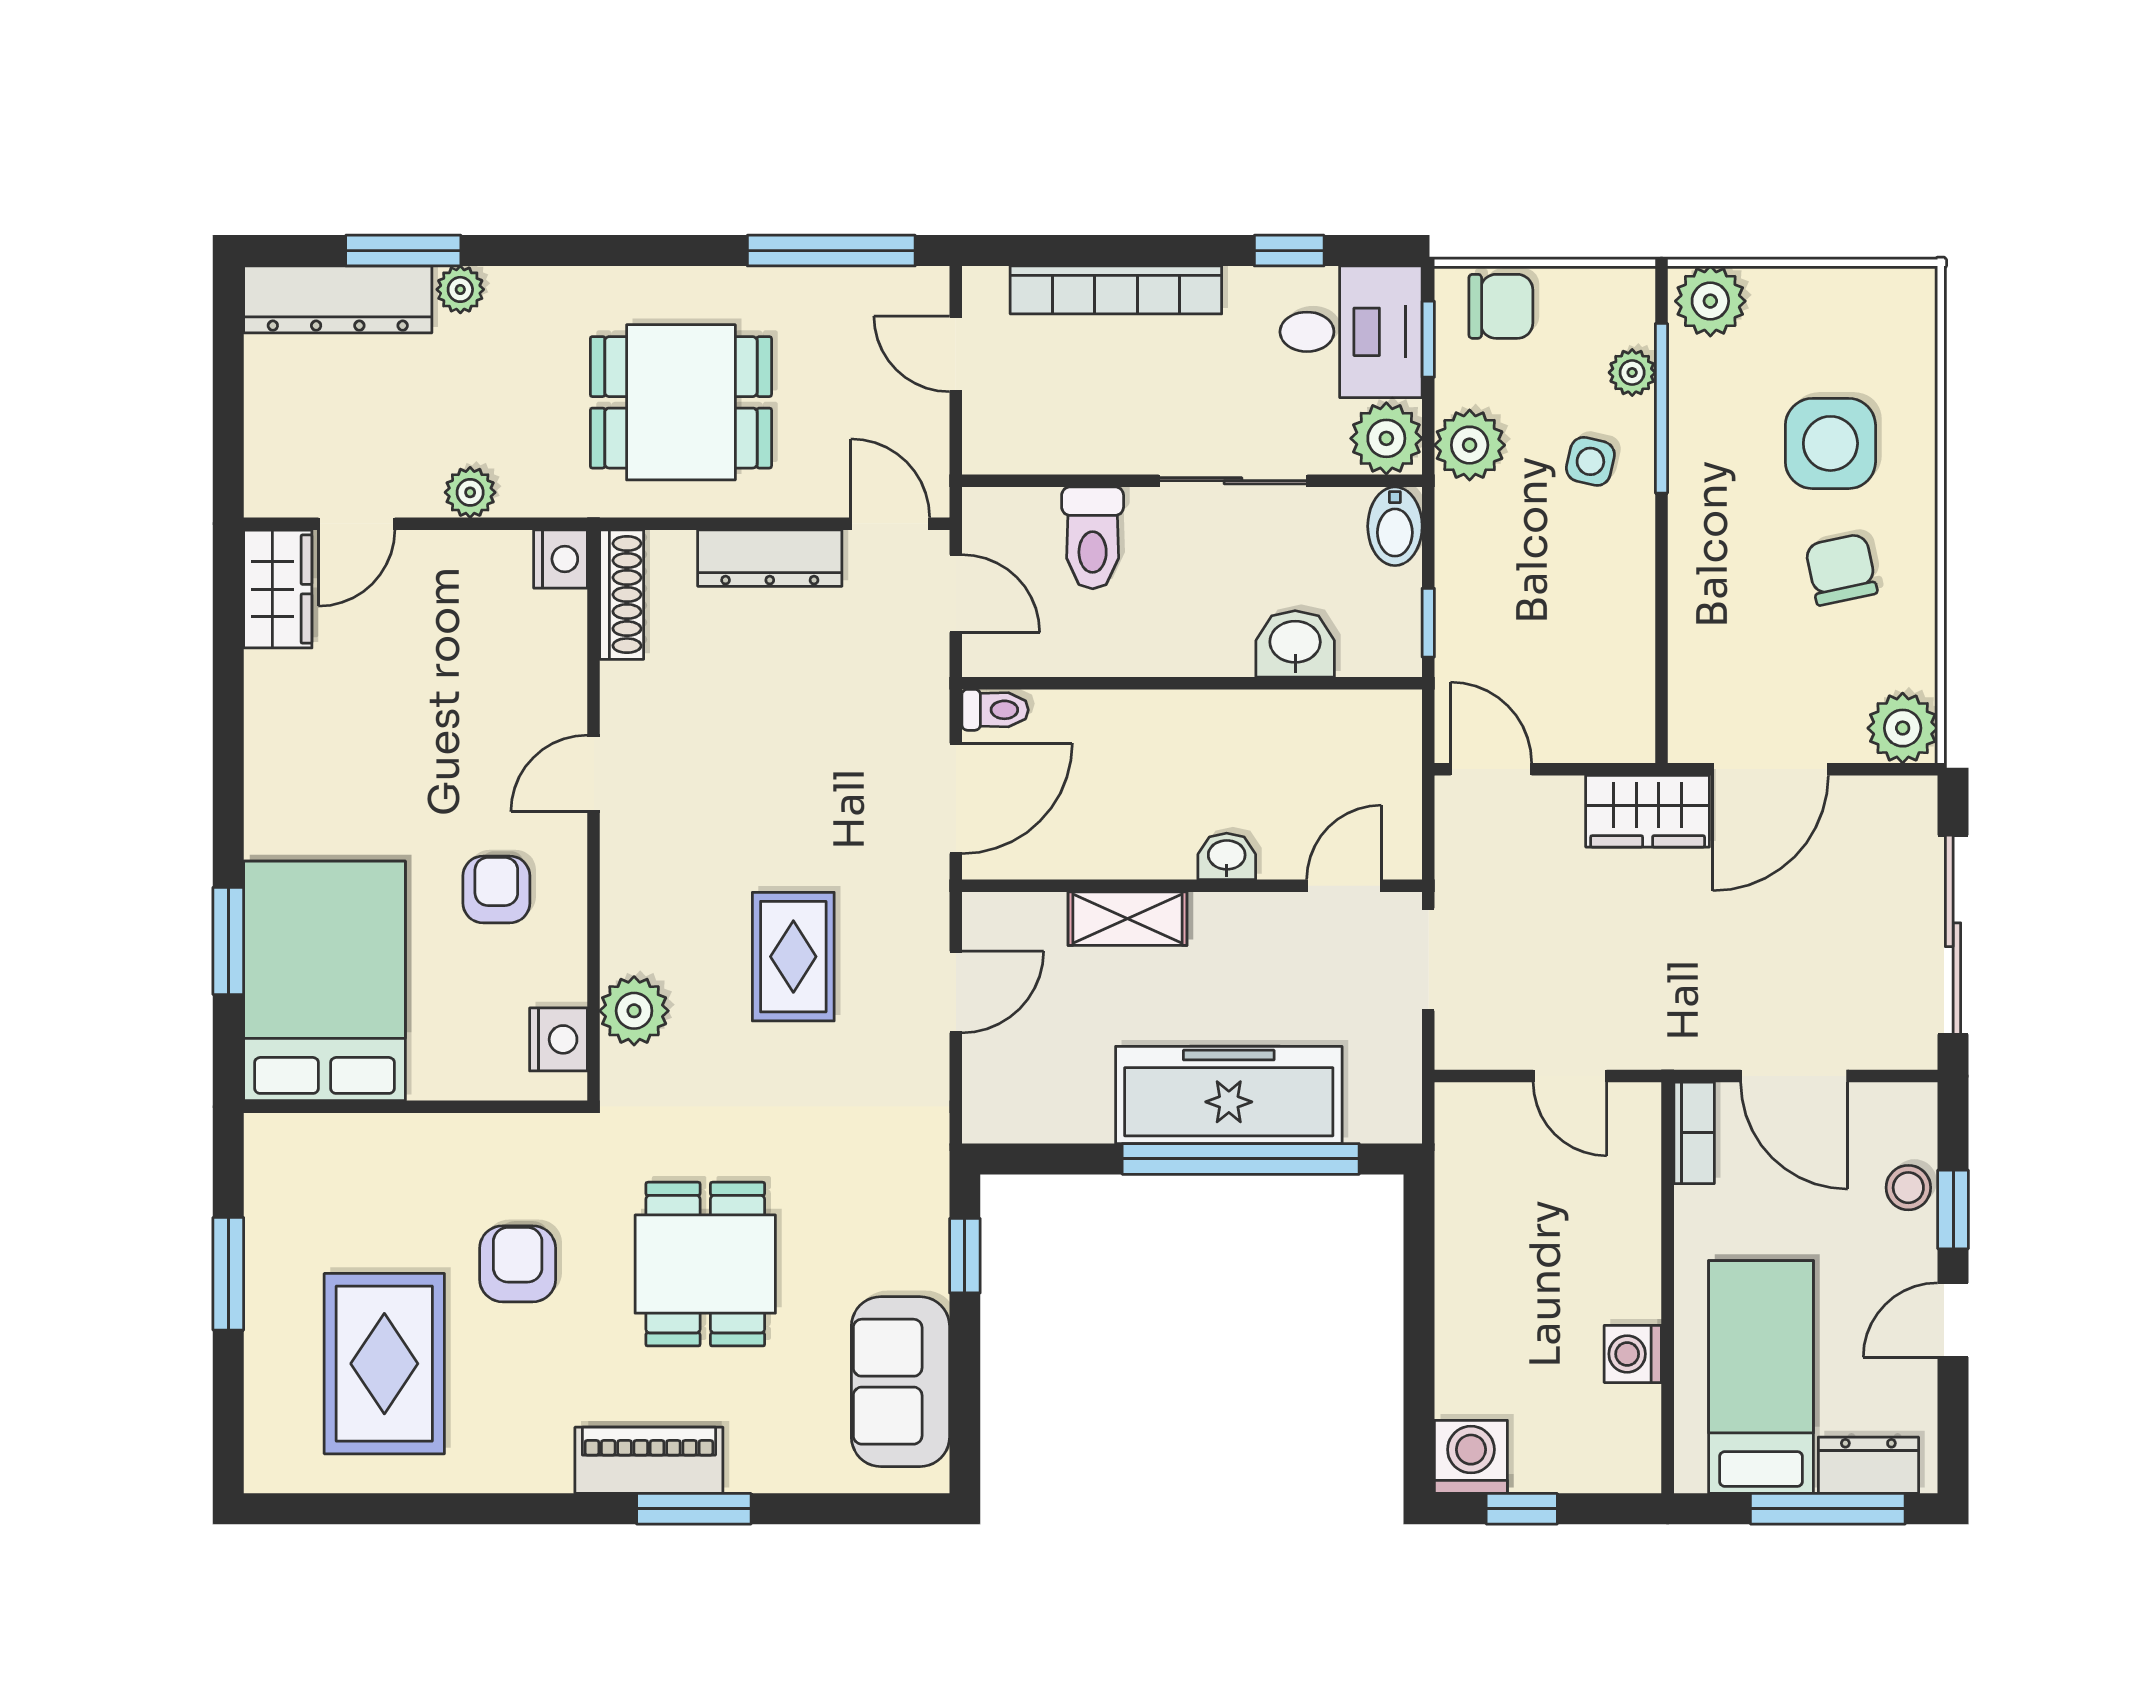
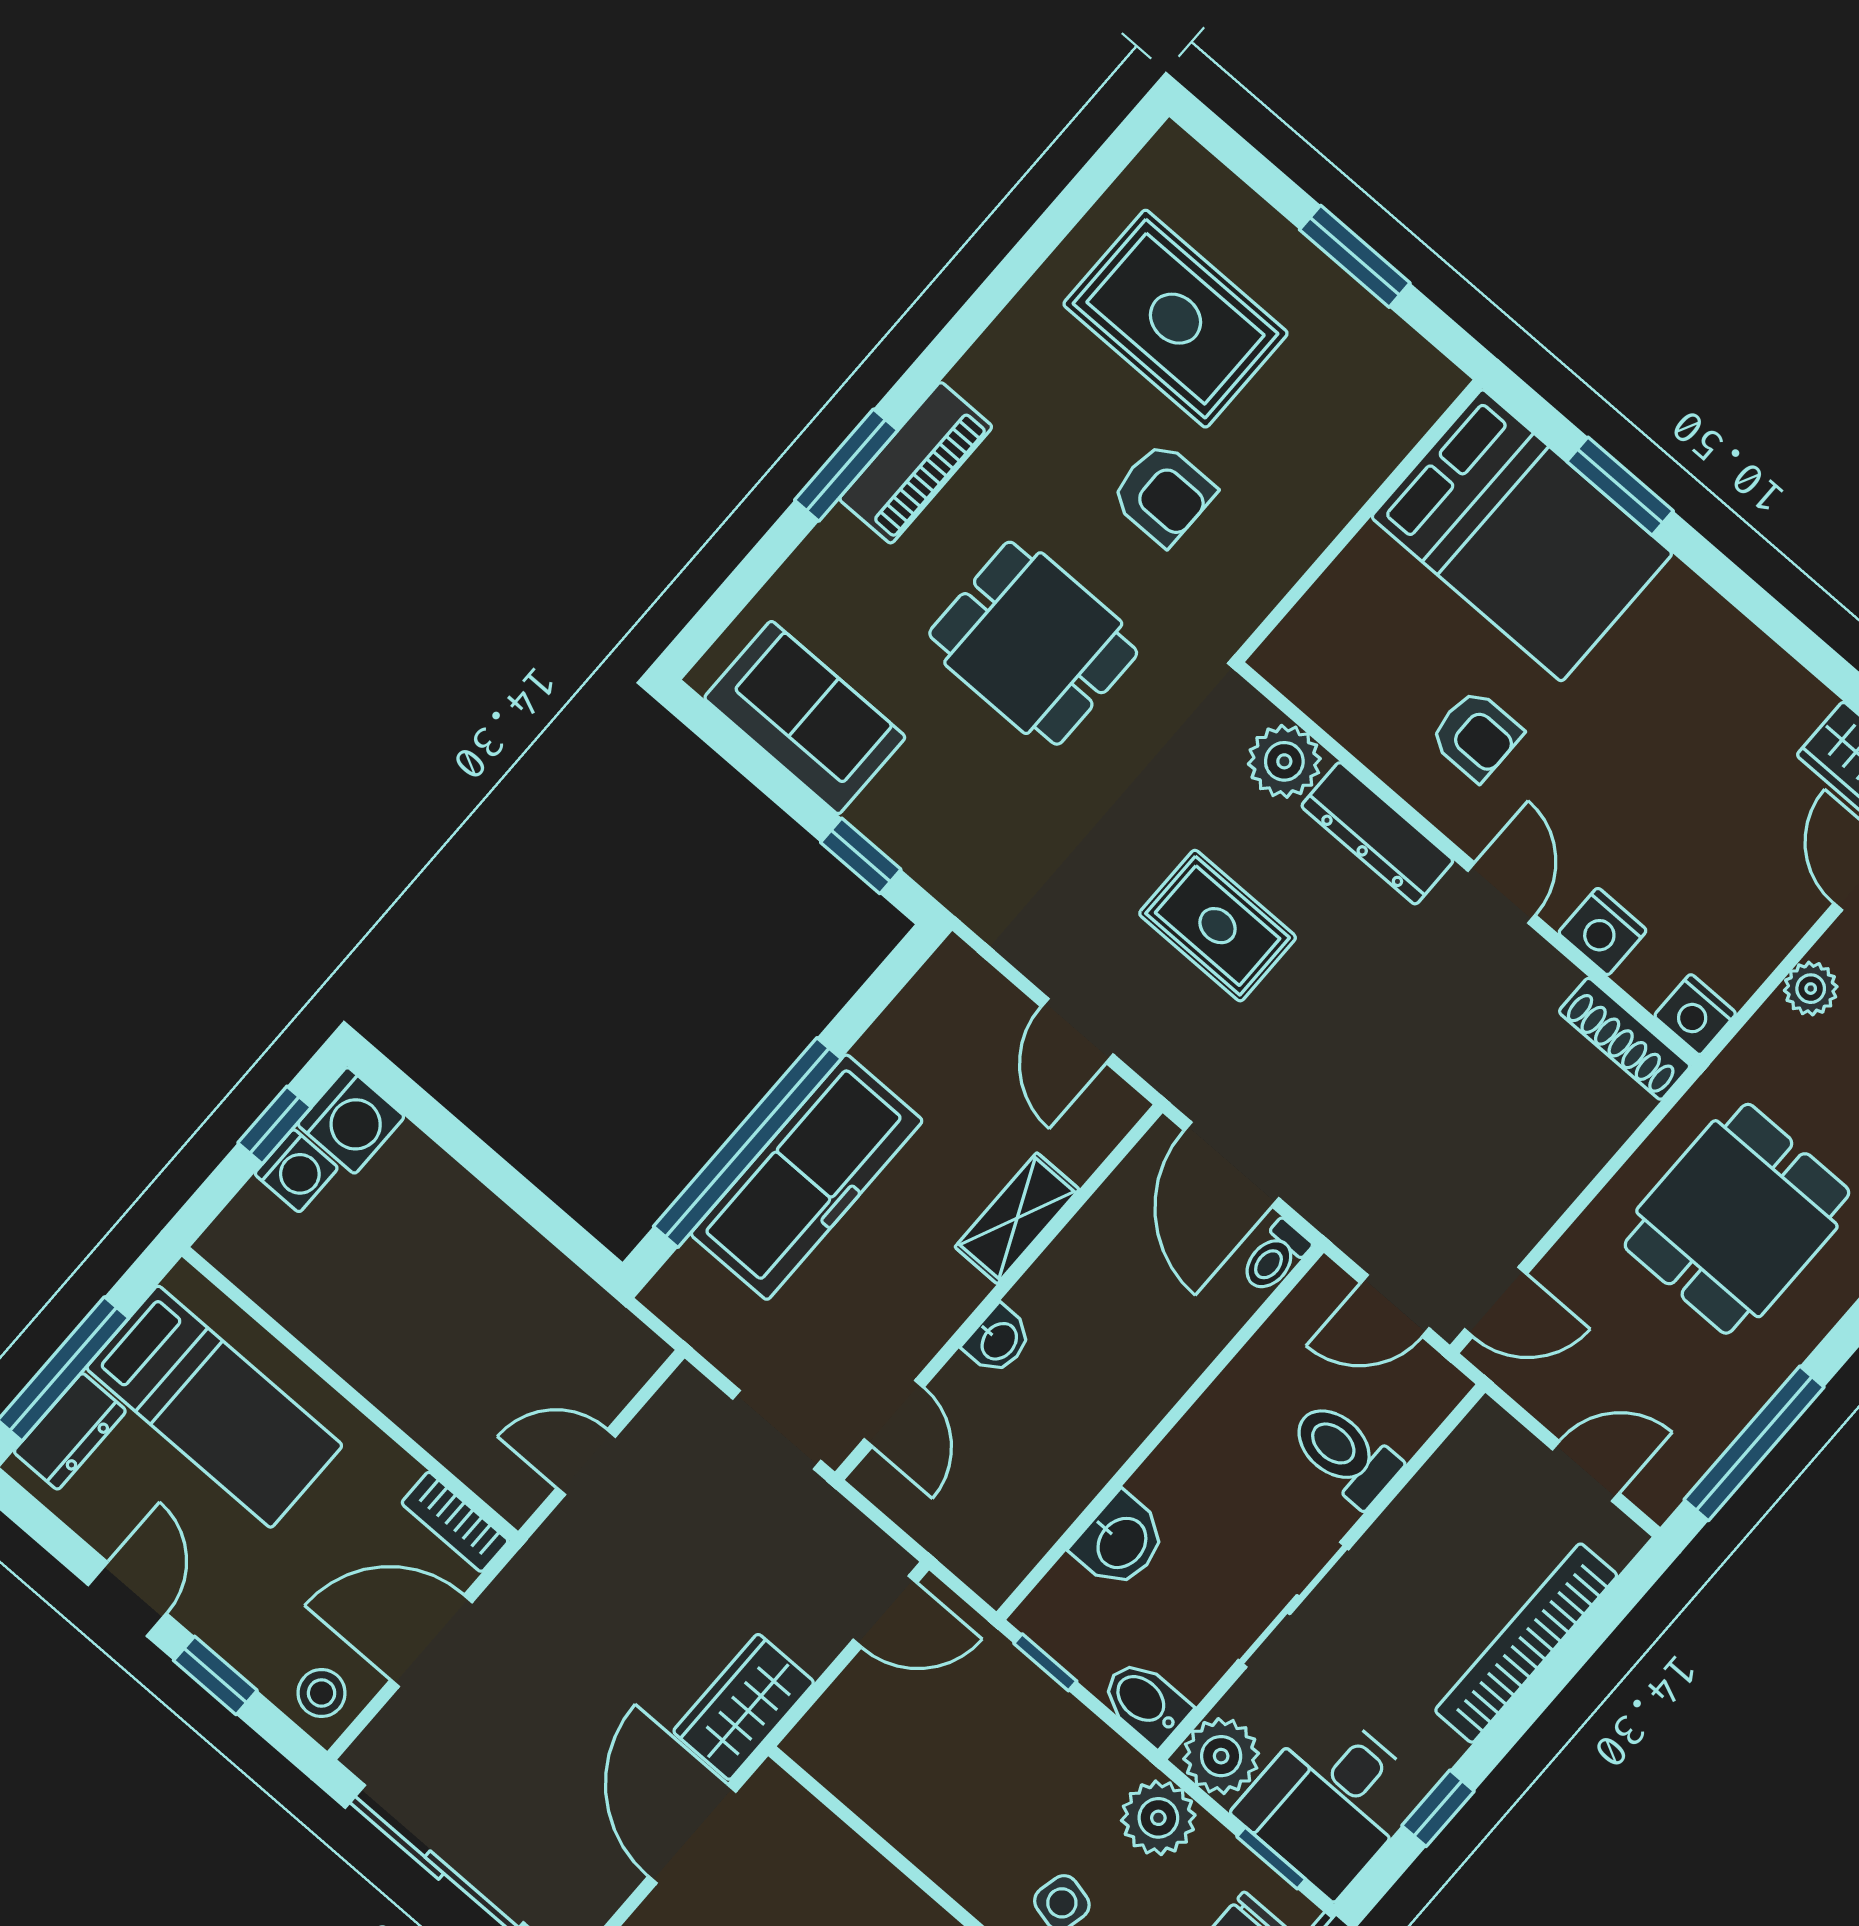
dresser: (770, 558) -> (1377, 833), moved, turned -90
nightstand: (558, 1039) -> (1603, 932), moved
stool: (1908, 1188) -> (322, 1693), moved
washing machine: (1633, 1354) -> (296, 1171), moved, turned 90

